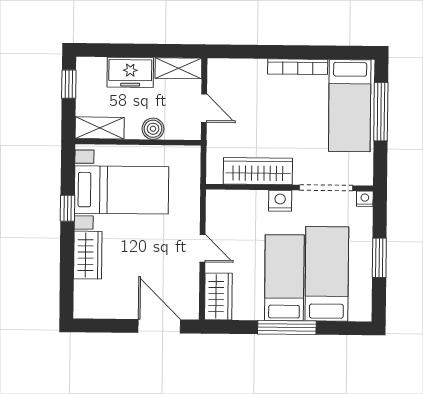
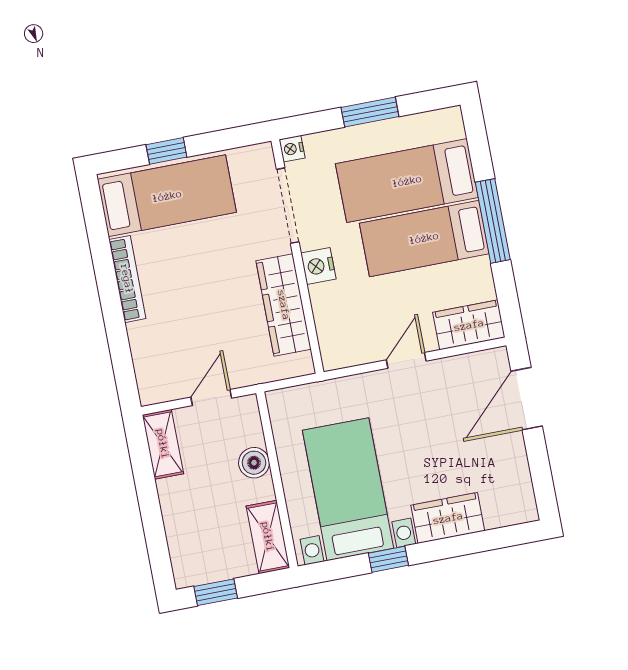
freezer: (130, 72) -> (182, 510), removed
window: (381, 112) -> (166, 151), width x0.46

